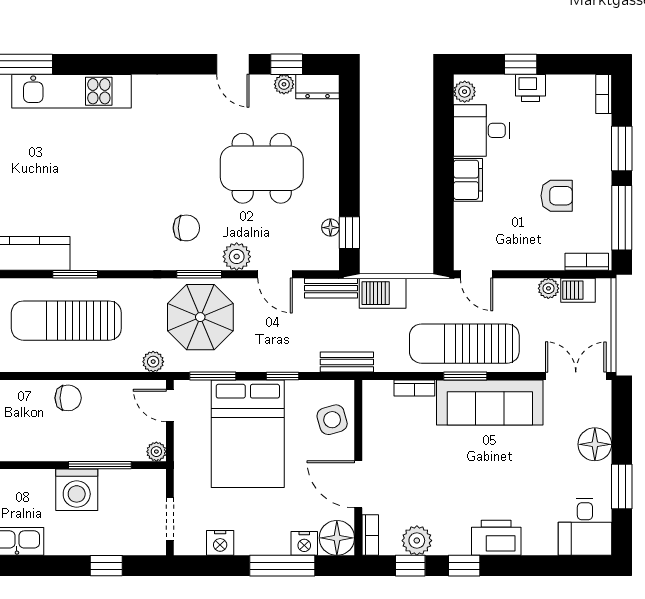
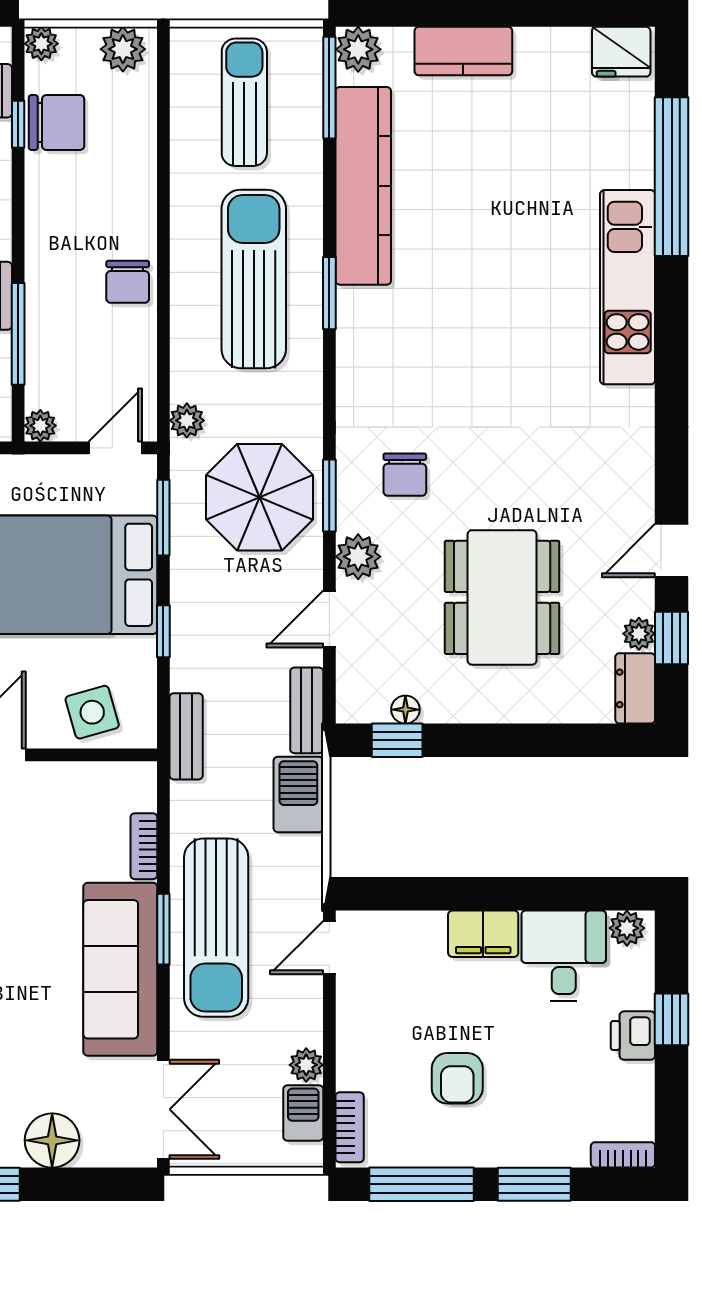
sun lounger: (464, 344) -> (216, 928), turned 180

